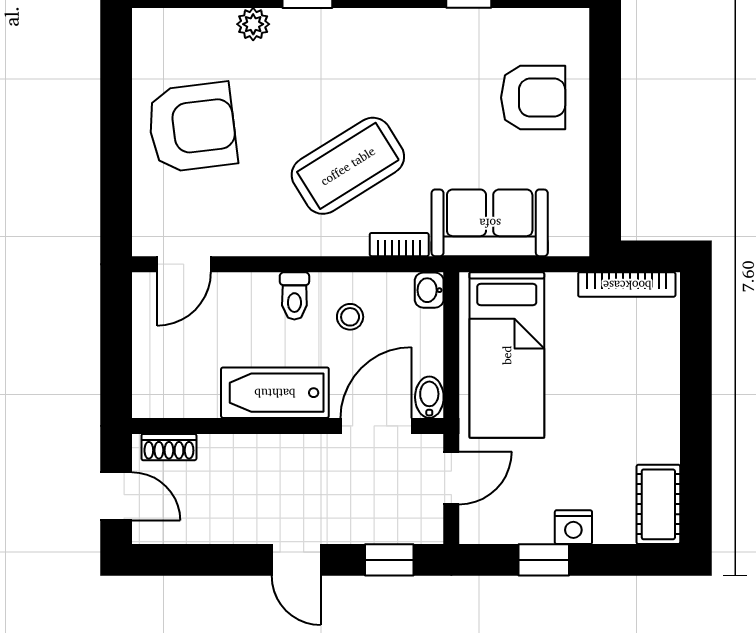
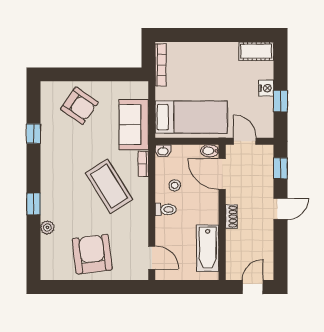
armchair: (533, 98) -> (79, 106), turned 125
bathtub: (275, 393) -> (208, 248), moved
shoe rack: (169, 447) -> (231, 217), moved

